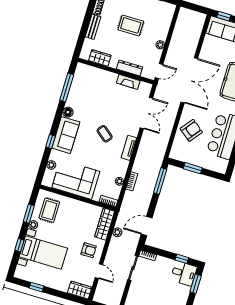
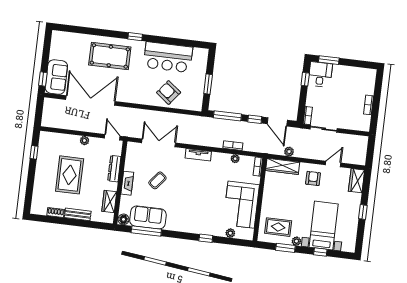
rug: (131, 25) -> (70, 175), width x1.36, depth x1.43
double door: (189, 80) -> (90, 100), moved
fireplace: (128, 82) -> (127, 183), moved
floor lamp: (68, 112) -> (124, 219), moved
coffee table: (105, 134) -> (157, 180), moved
sofa: (66, 135) -> (148, 217), moved
window: (153, 206) -> (255, 119), added
window: (37, 287) -> (363, 212), moved

